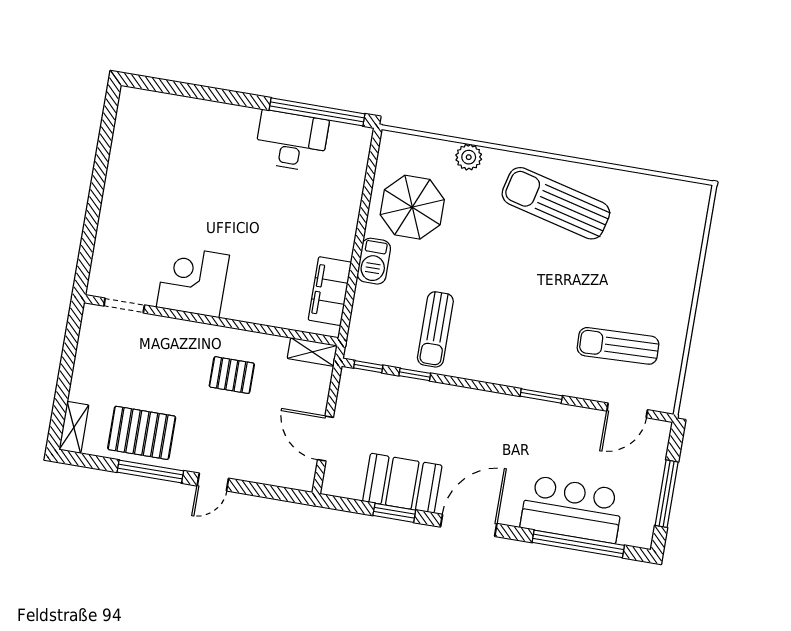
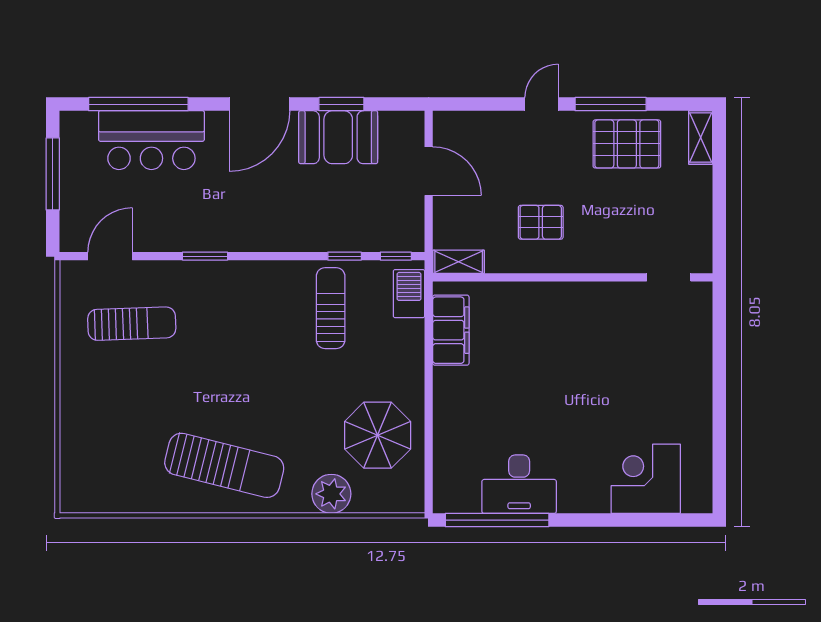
plant: (469, 157) -> (331, 494), width x1.36, depth x1.36
barbecue: (374, 261) -> (409, 294), moved
corner desk: (193, 281) -> (646, 479), moved, turned 180

